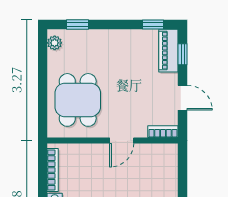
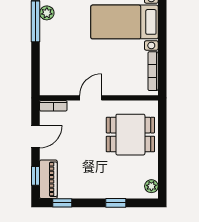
window: (77, 24) -> (116, 203), moved
door: (183, 98) -> (36, 137), swing flipped
dining table: (78, 100) -> (130, 135), turned 90

